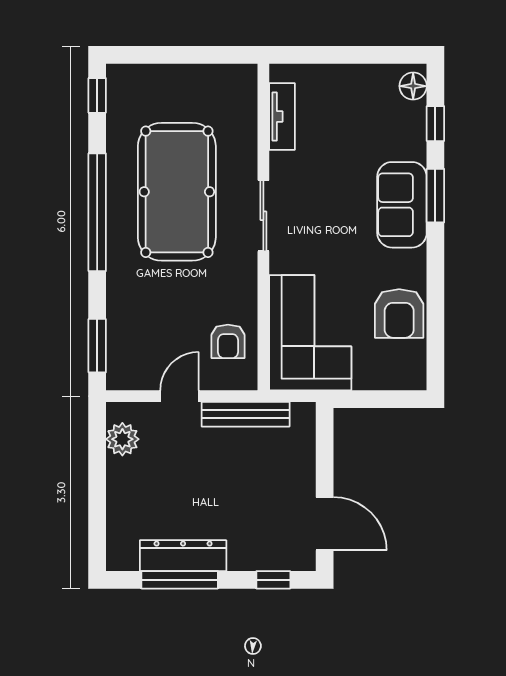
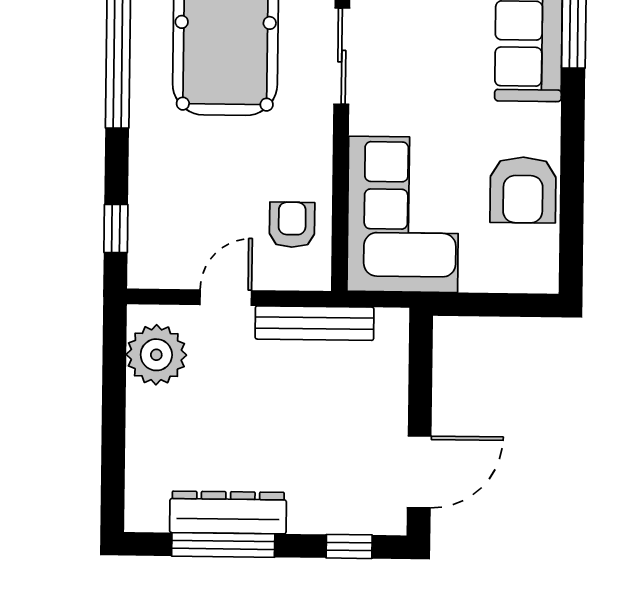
armchair: (228, 341) -> (292, 225), turned 180
window: (97, 346) -> (116, 228), width x0.67
plant: (122, 439) -> (156, 355), width x1.36, depth x1.36
door: (325, 524) -> (419, 472), hinge flipped

